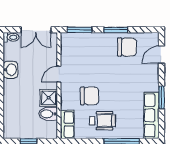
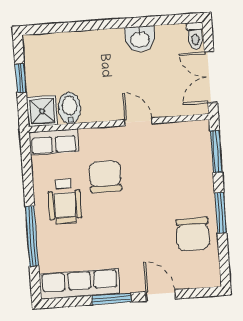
door: (162, 55) -> (161, 295), moved
chair: (90, 96) -> (105, 176), turned 180
shower: (49, 98) -> (42, 111), moved

